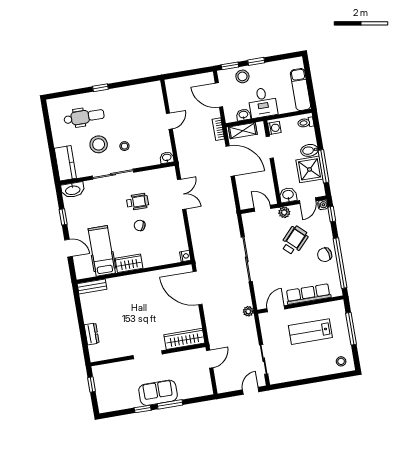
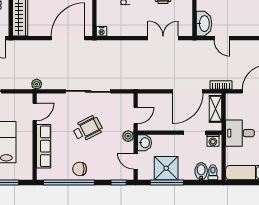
washbasin: (243, 115) -> (231, 112), removed
door: (169, 121) -> (222, 38), moved
bidet: (309, 150) -> (201, 171), moved
washbasin: (167, 158) -> (204, 24), width x1.91, depth x1.45
double door: (182, 194) -> (163, 38), swing flipped
water cooler: (323, 205) -> (129, 175), removed
wheelchair: (294, 240) -> (88, 129), moved, turned -70
chair: (325, 255) -> (80, 169), turned -74
door: (276, 309) -> (35, 112), hinge flipped

